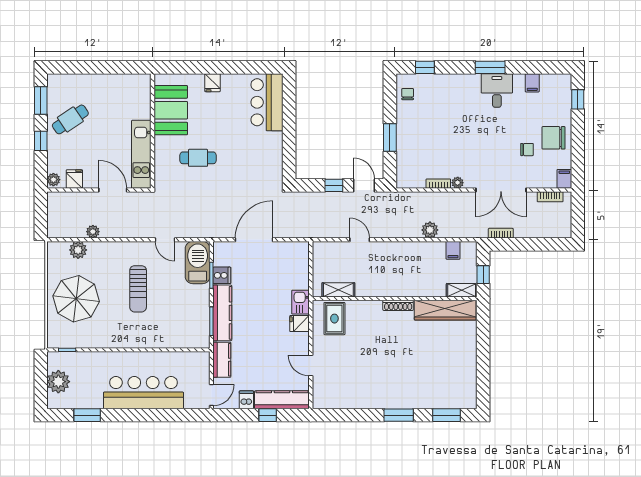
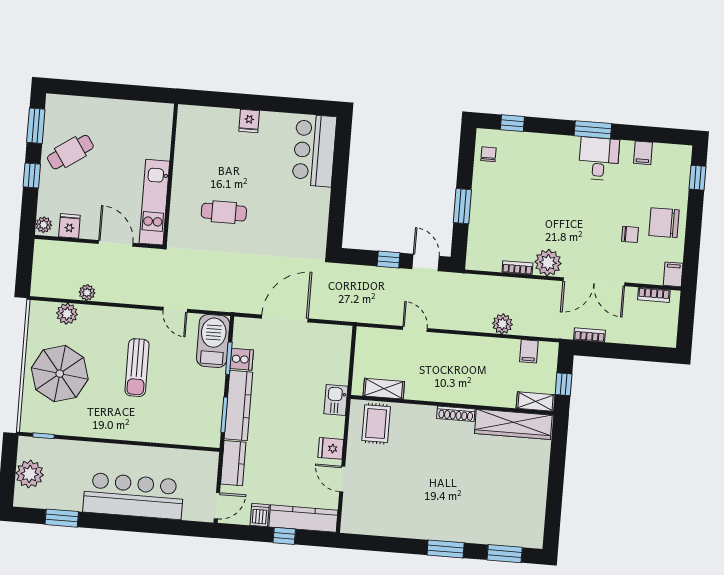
booth: (171, 110) -> (195, 151), removed
plant: (458, 183) -> (548, 263), width x1.88, depth x1.88
fridge: (299, 324) -> (331, 448), moved

